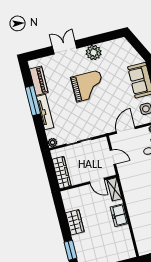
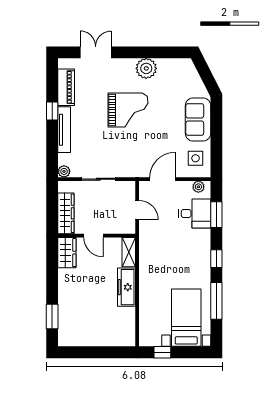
double door: (65, 47) -> (96, 52), moved
window: (33, 101) -> (52, 111), width x0.46
door: (97, 181) -> (93, 236), moved
freezer: (119, 215) -> (126, 287), width x1.40
wardrobe: (75, 222) -> (67, 253), moved

